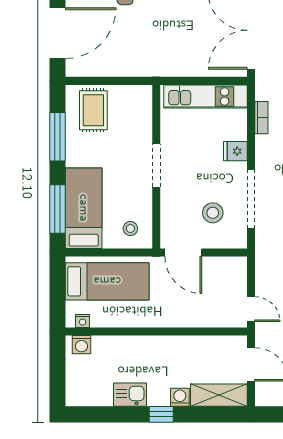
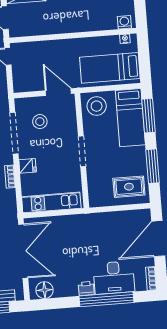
rug: (93, 110) -> (129, 187), turned 90
bookcase: (261, 118) -> (10, 177), moved
stool: (130, 229) -> (97, 106), width x1.89, depth x1.89

